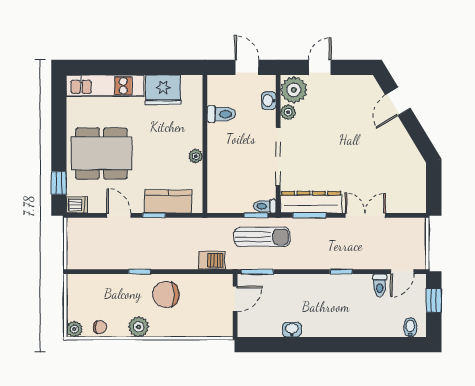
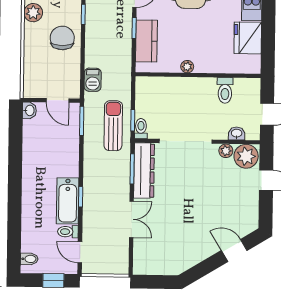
sun lounger: (262, 237) -> (113, 126), turned 180
bathtub: (346, 286) -> (68, 201), added
washbasin: (292, 330) -> (29, 110), moved

